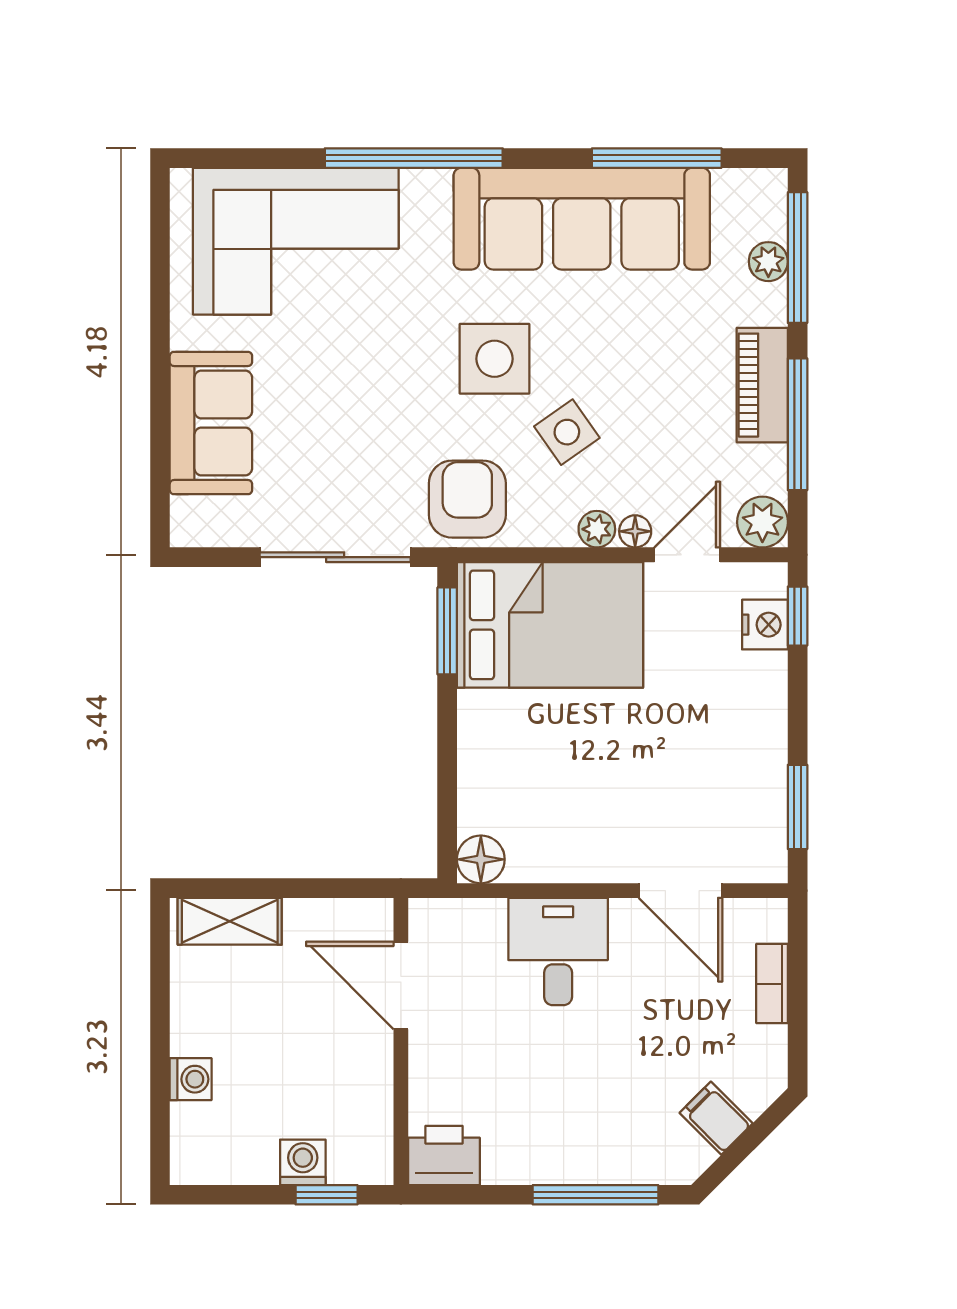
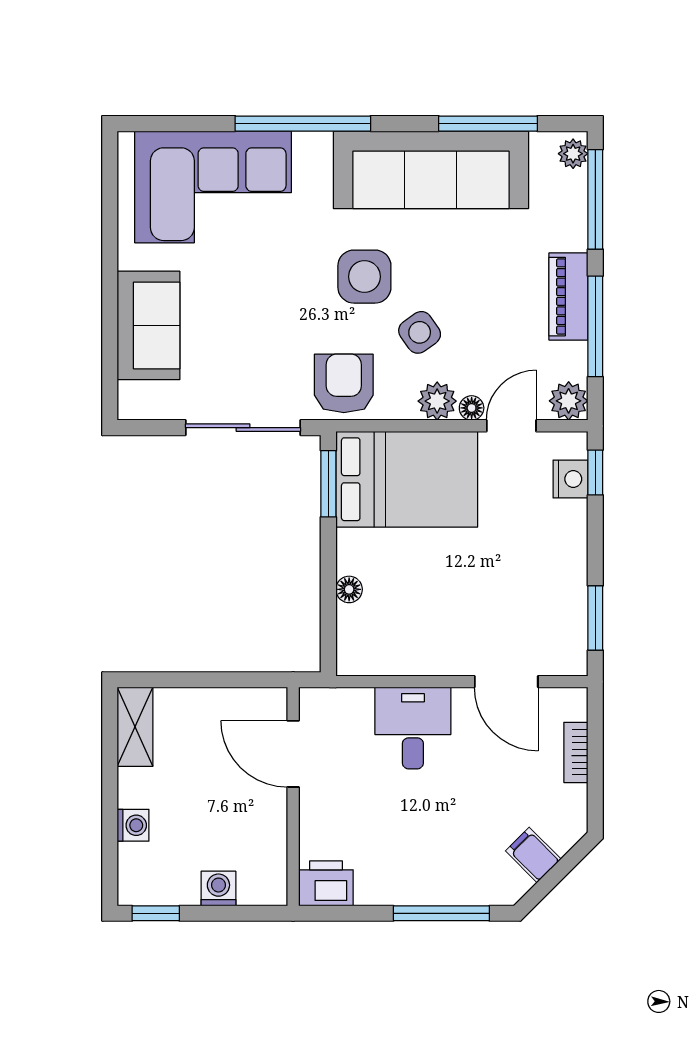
plant: (768, 262) -> (573, 154), moved
plant: (597, 529) -> (437, 401), width x1.38, depth x1.38
floor lamp: (481, 859) -> (349, 589), moved, width x0.73, depth x0.73
shelving: (230, 921) -> (135, 727), moved, turned 90
window: (327, 1195) -> (156, 913), moved

